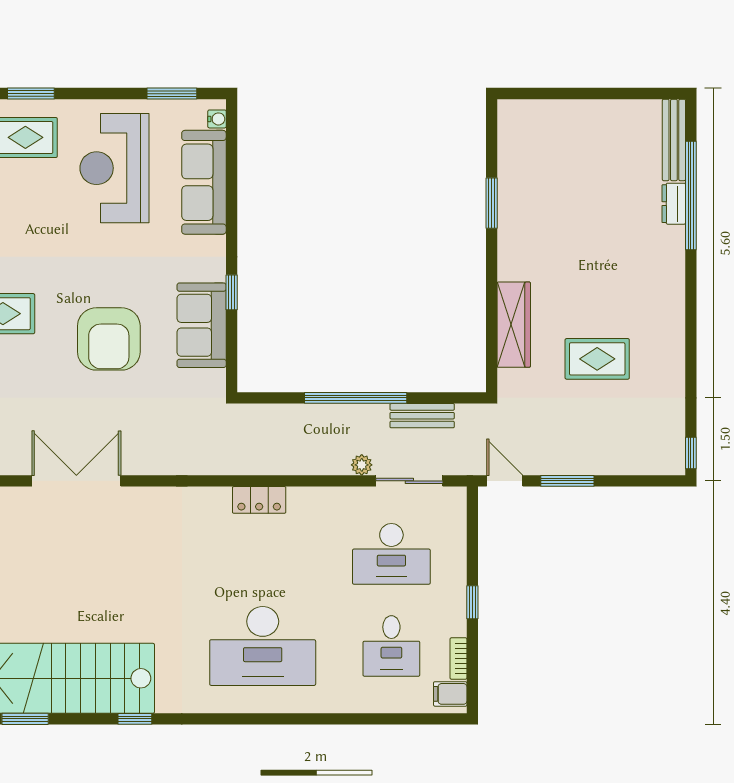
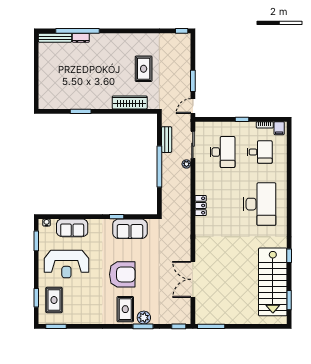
sofa: (204, 182) -> (72, 228), width x0.73
armchair: (109, 339) -> (122, 274), moved

